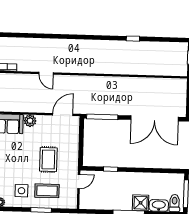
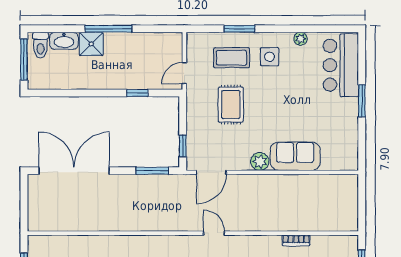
door: (46, 73) -> (214, 233), moved
window: (102, 117) -> (152, 171), width x0.69
window: (81, 133) -> (183, 146), added

